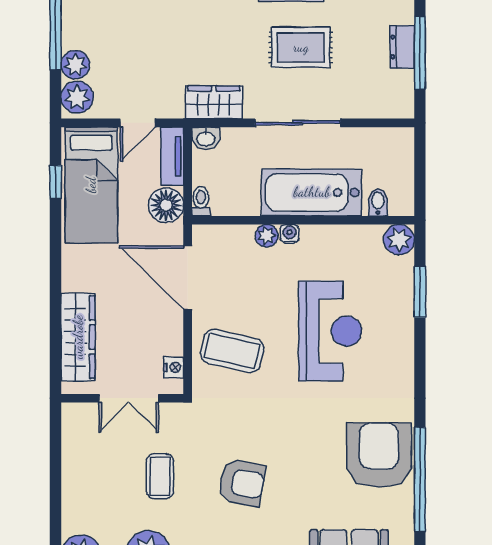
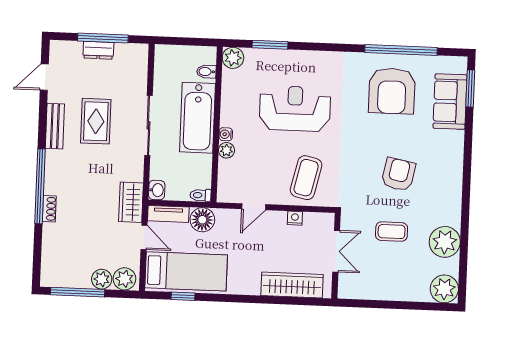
wardrobe: (214, 102) -> (131, 202), moved
door: (188, 278) -> (254, 207), width x0.53
nightstand: (174, 367) -> (295, 218), moved
armchair: (379, 455) -> (392, 91), moved, turned -90

